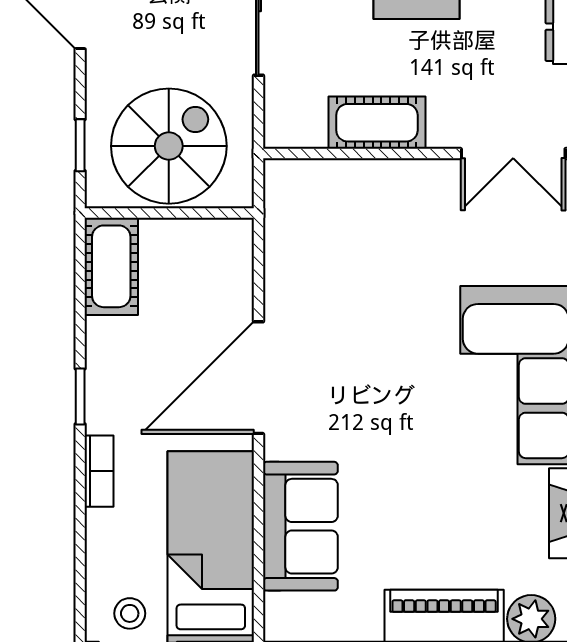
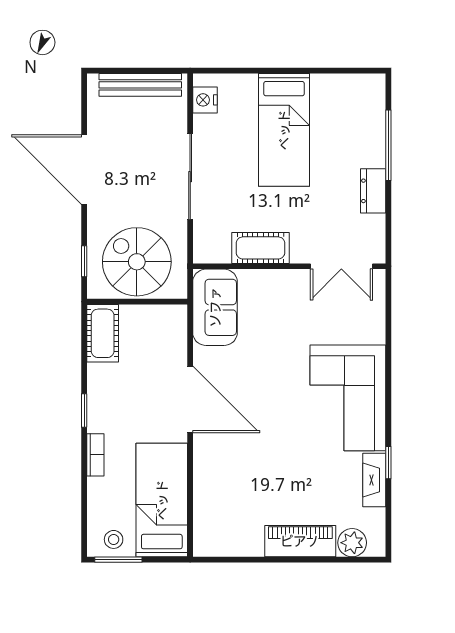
spiral stairs: (169, 146) -> (137, 262), turned -90
door: (258, 378) -> (190, 399), swing flipped
sofa: (300, 526) -> (215, 307), moved

